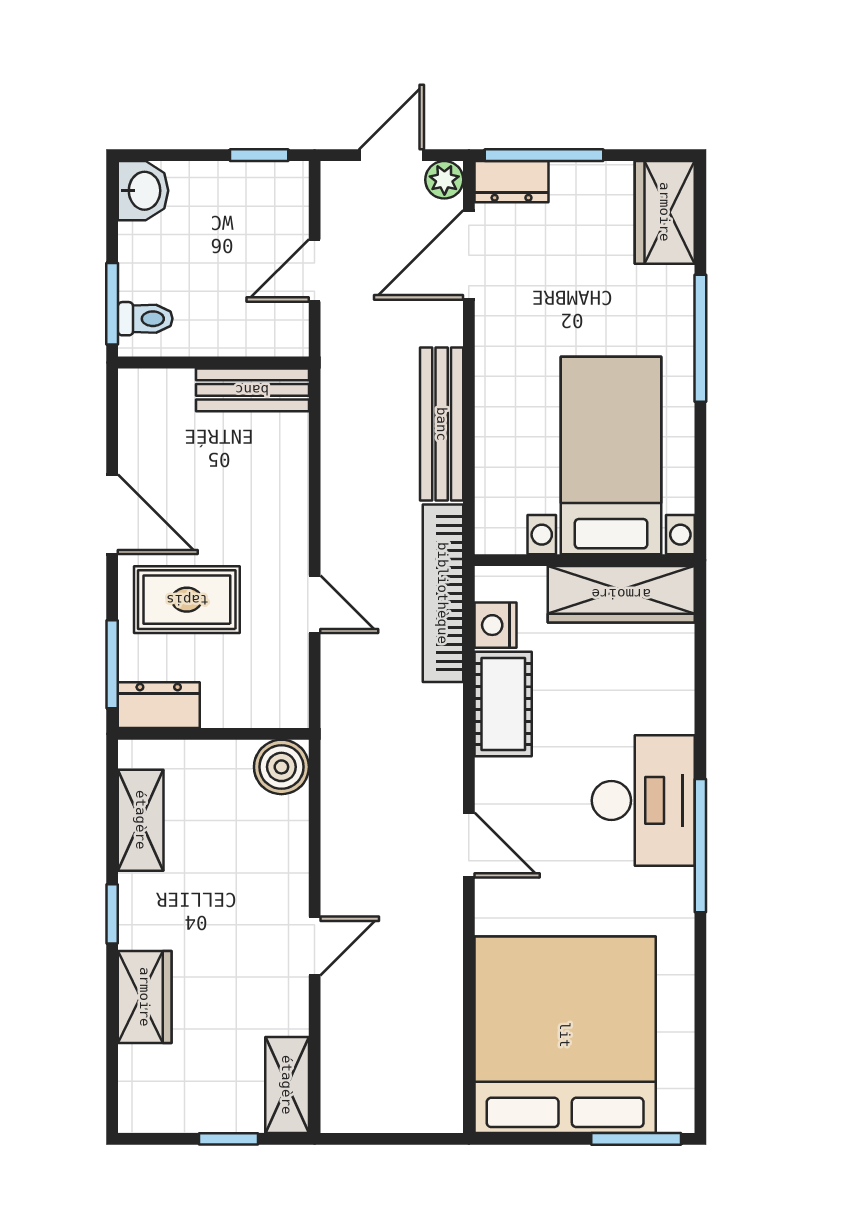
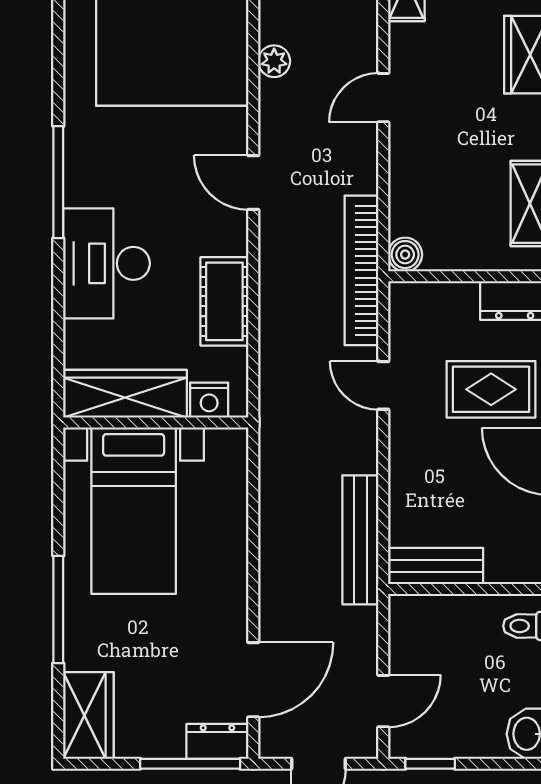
plant: (444, 180) -> (274, 61), moved
door: (315, 271) -> (383, 701), moved
bench: (442, 424) -> (360, 540), moved
bookcase: (443, 593) -> (361, 270), moved, turned 180
nightstand: (496, 625) -> (209, 400), moved, turned 90
boiler: (281, 767) -> (405, 255), width x0.73, depth x0.73
desk: (643, 800) -> (107, 263), moved

